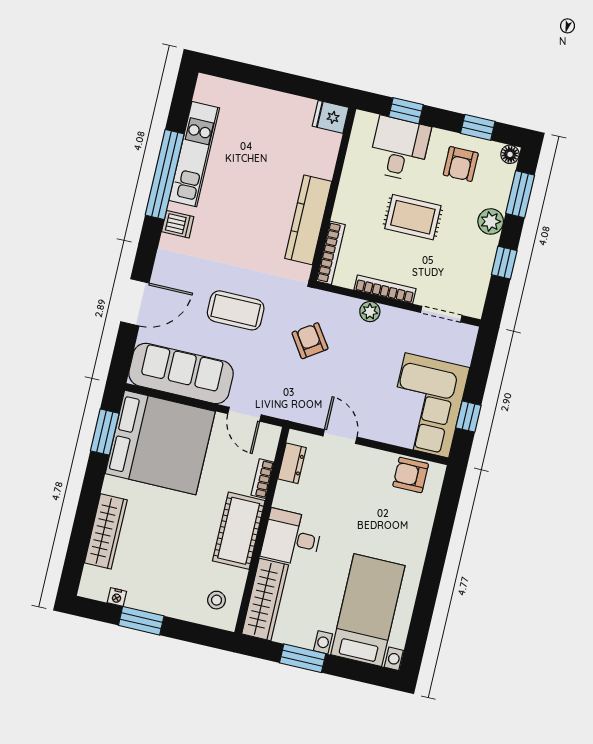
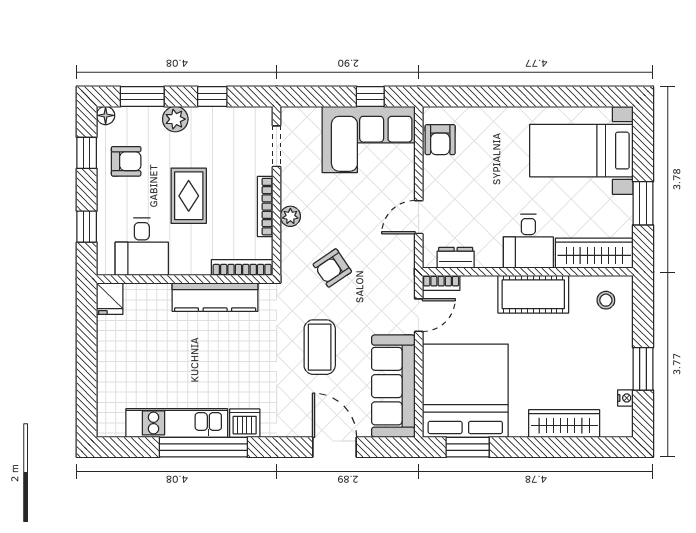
desk: (399, 149) -> (142, 247), moved, turned -90
dishwasher: (178, 224) -> (245, 423), width x1.38
bookcase: (262, 479) -> (441, 283), moved

